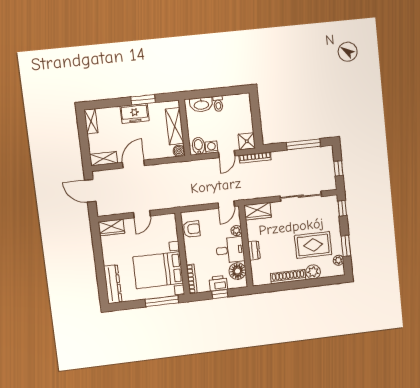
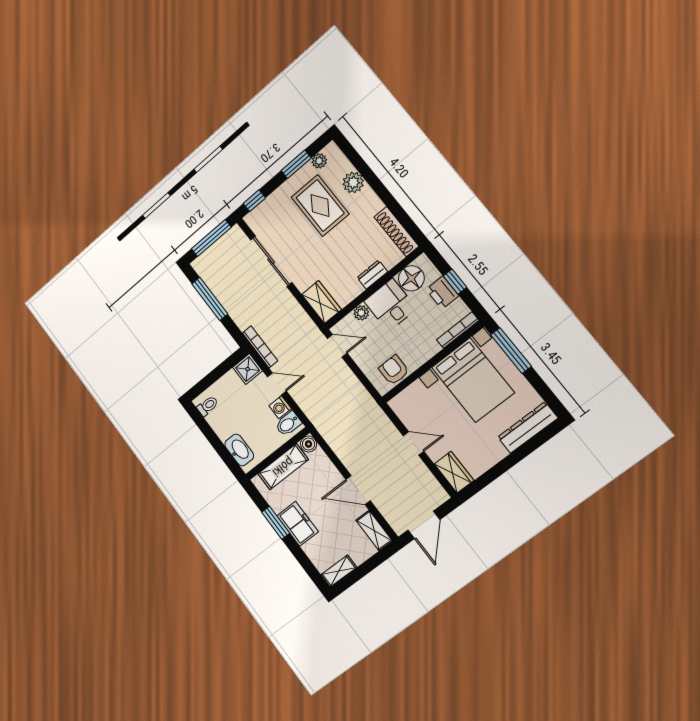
toilet: (218, 104) -> (208, 406), moved
window: (338, 168) -> (211, 238), width x2.17
shoe rack: (288, 277) -> (396, 231), moved

